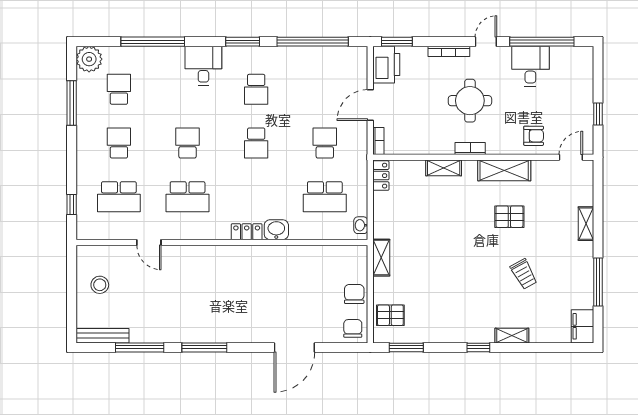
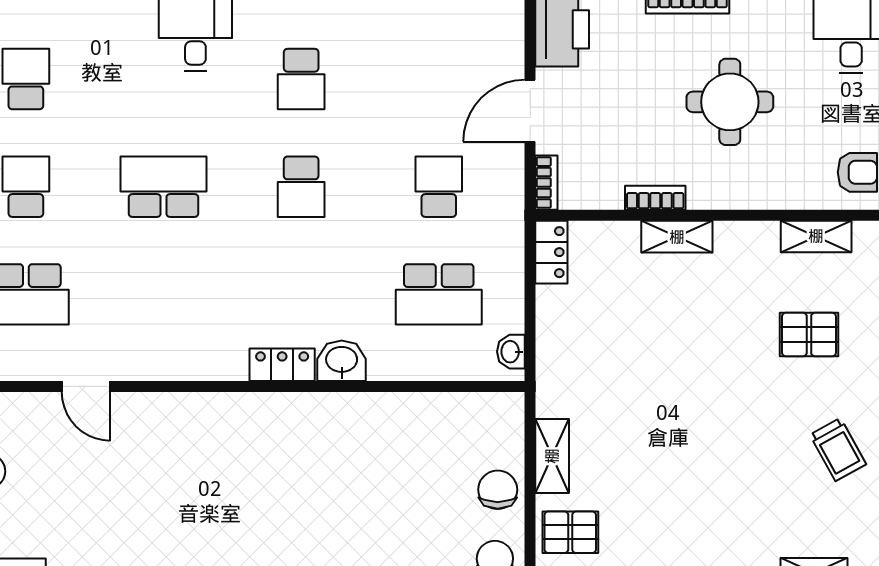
school desk: (188, 143) -> (164, 187), width x1.85
bookcase: (470, 149) -> (655, 198), moved
shelving: (504, 170) -> (816, 236), width x0.67, depth x0.75
school desk: (188, 197) -> (164, 294), removed
shelving: (381, 258) -> (552, 456), moved

